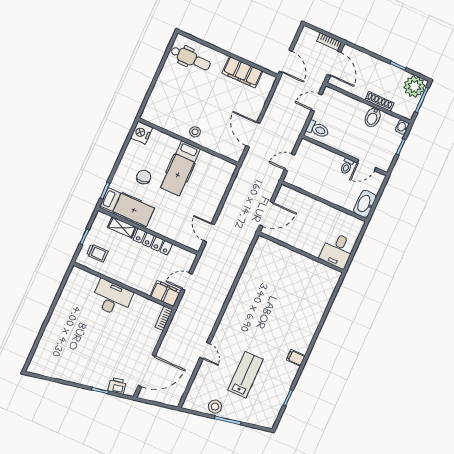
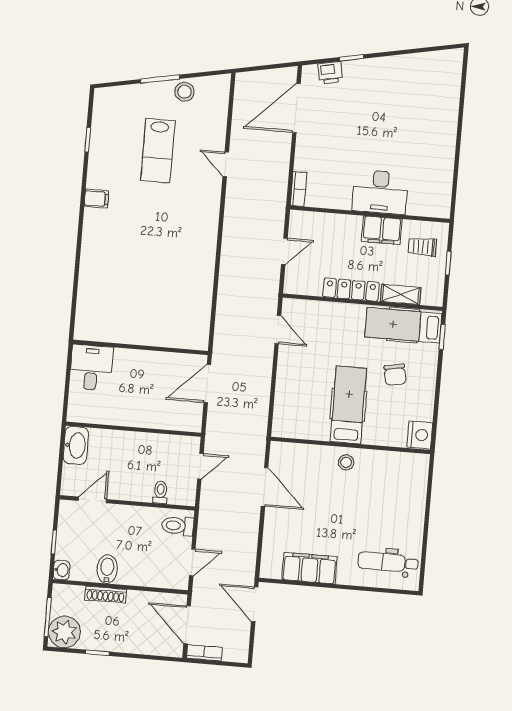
toilet: (347, 166) -> (160, 492), moved
filing cabinet: (165, 294) -> (382, 230), moved

